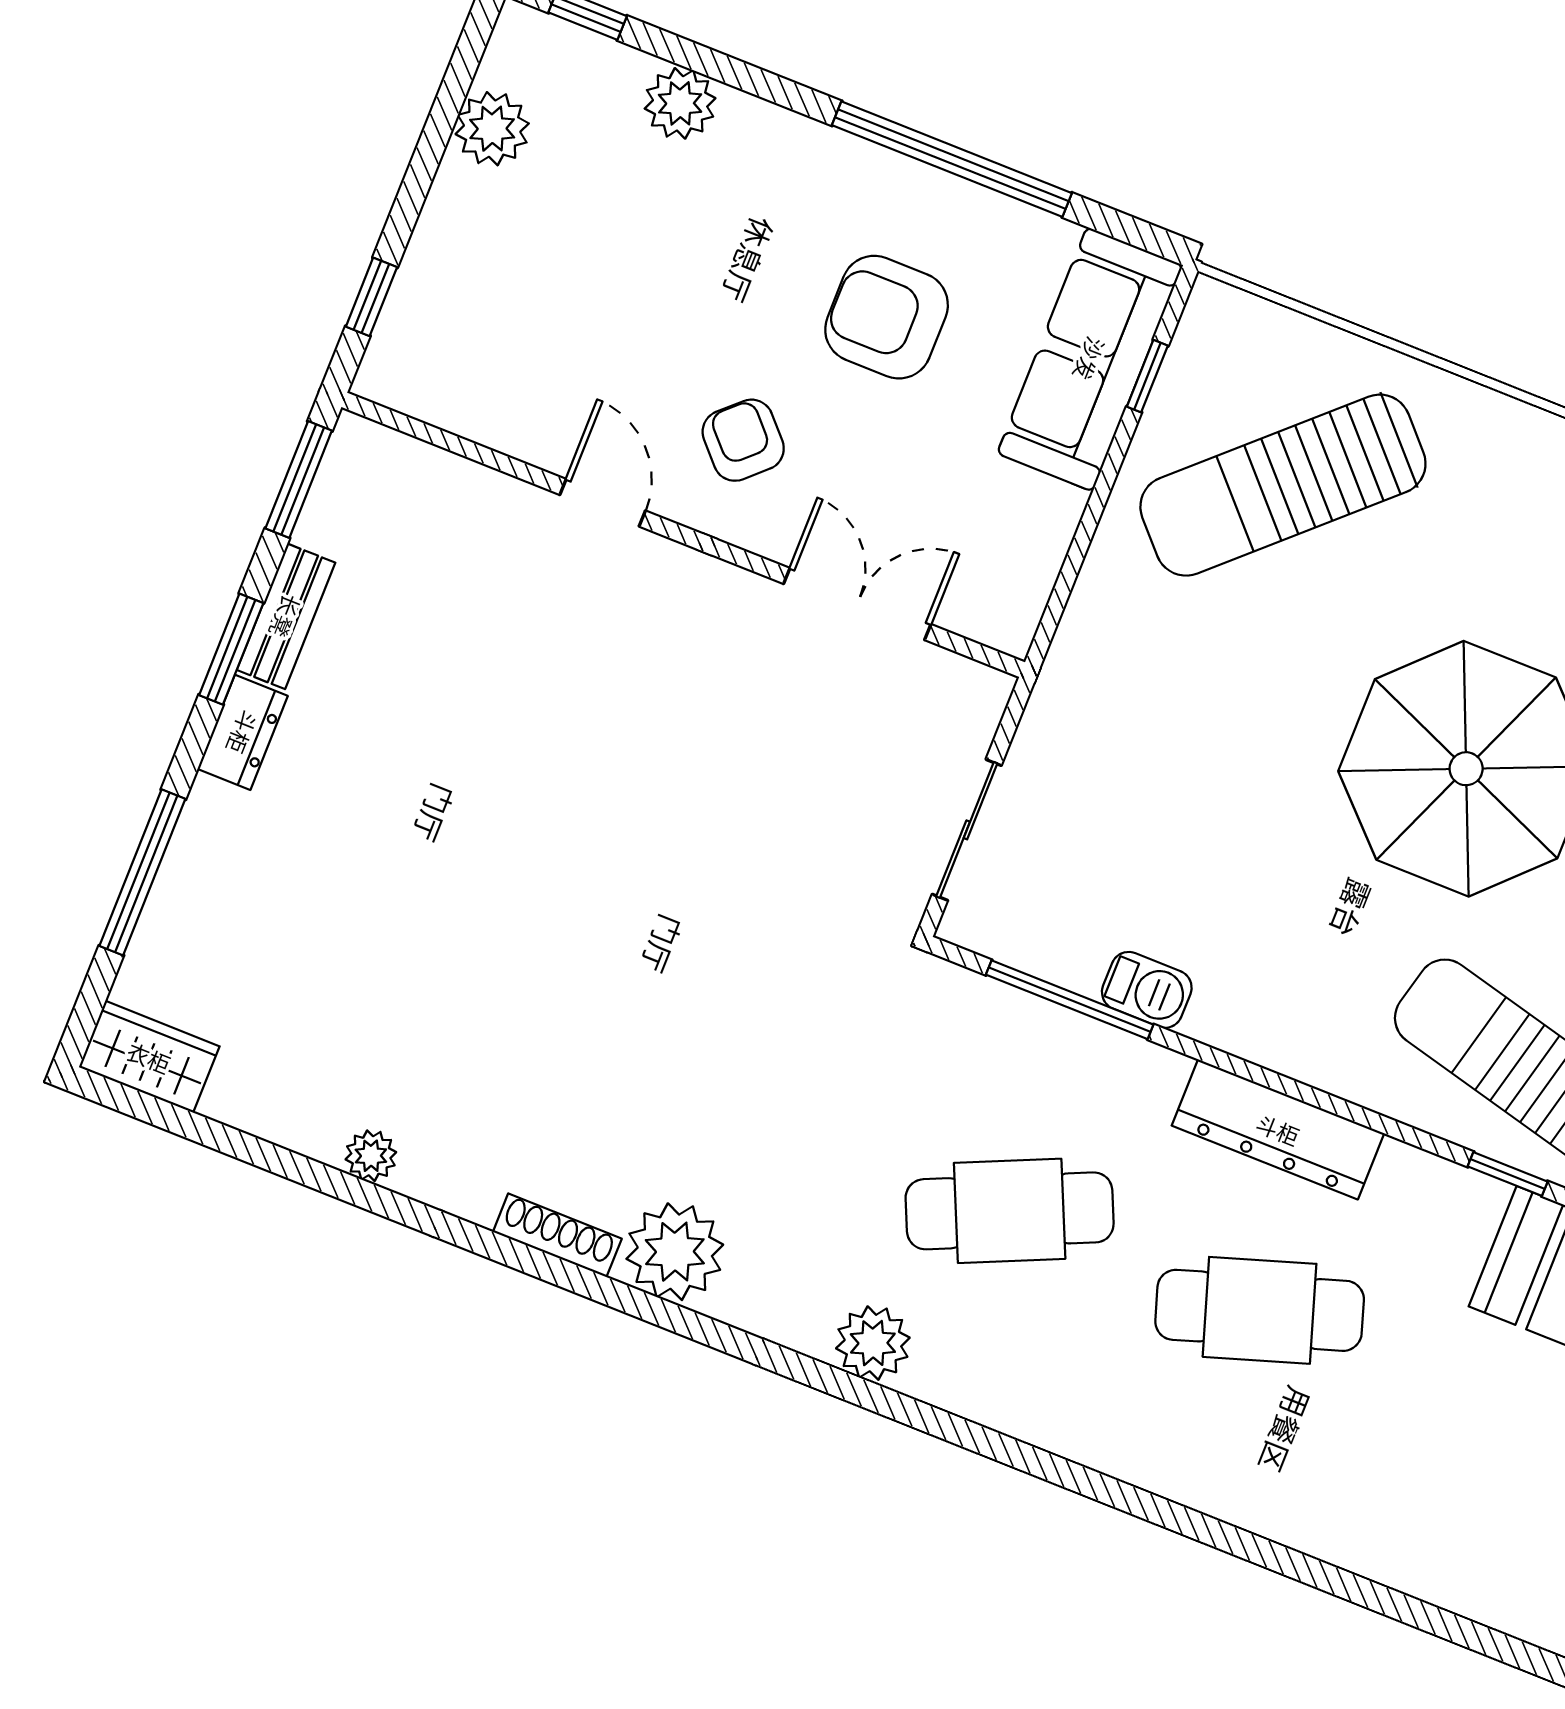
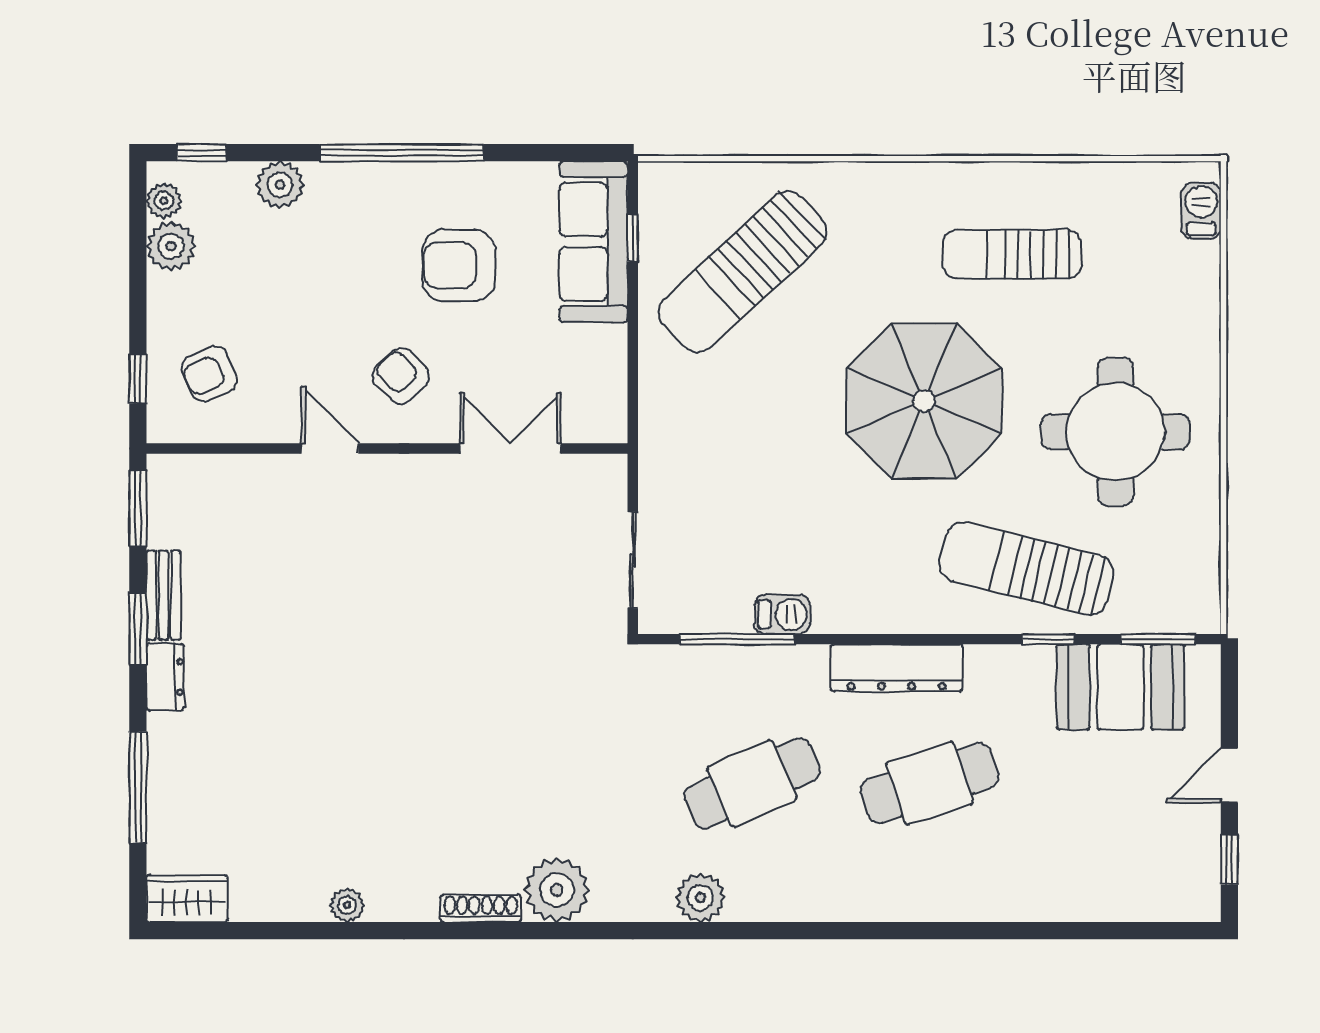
plant: (508, 61) -> (164, 201), added
window: (952, 159) -> (402, 153), moved
armchair: (475, 330) -> (209, 374), added

